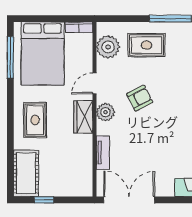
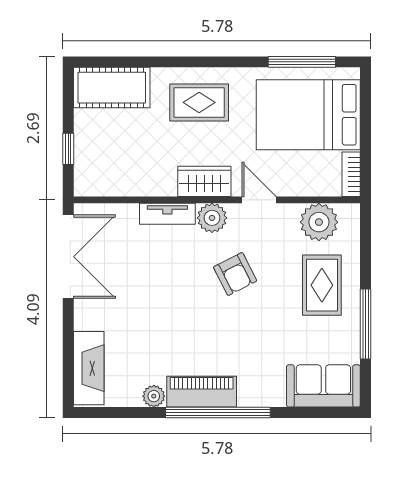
tv unit: (103, 153) -> (167, 214), moved
window: (44, 200) -> (68, 149), moved

